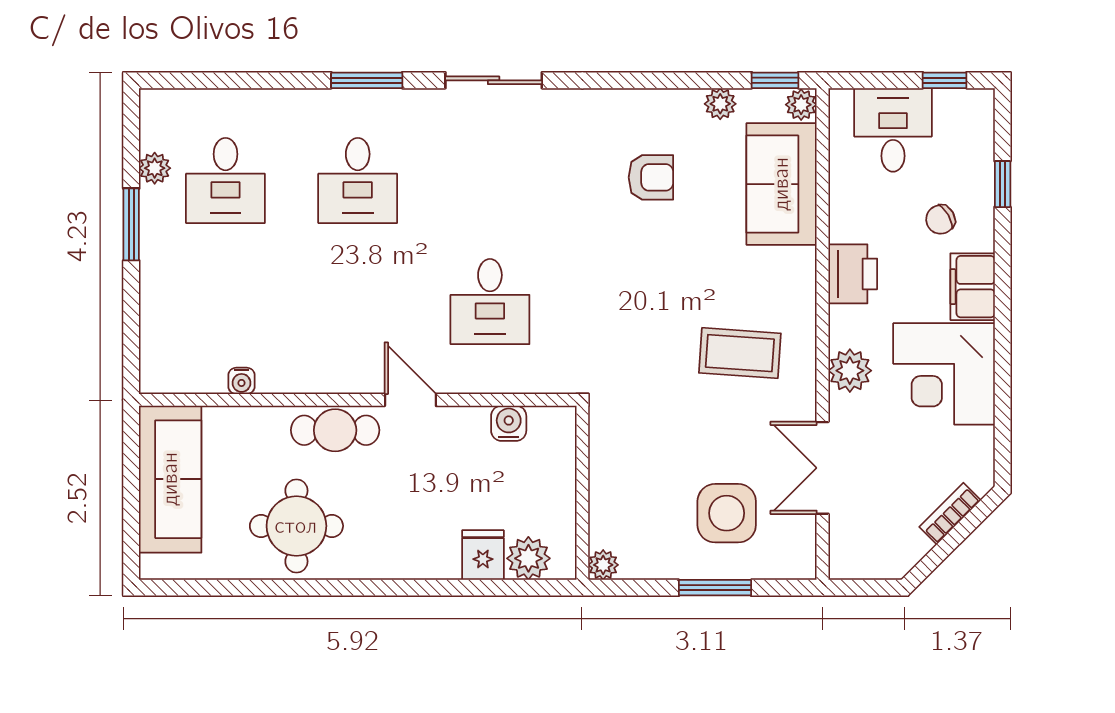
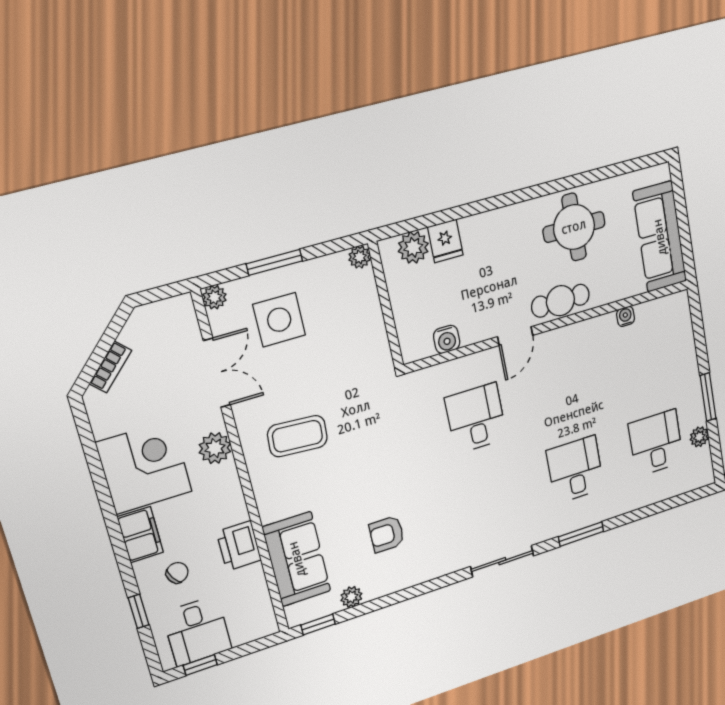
plant: (801, 105) -> (214, 297), moved
desk: (893, 130) -> (197, 631), moved
printer: (853, 274) -> (239, 546), moved
door: (410, 400) -> (515, 336), hinge flipped

